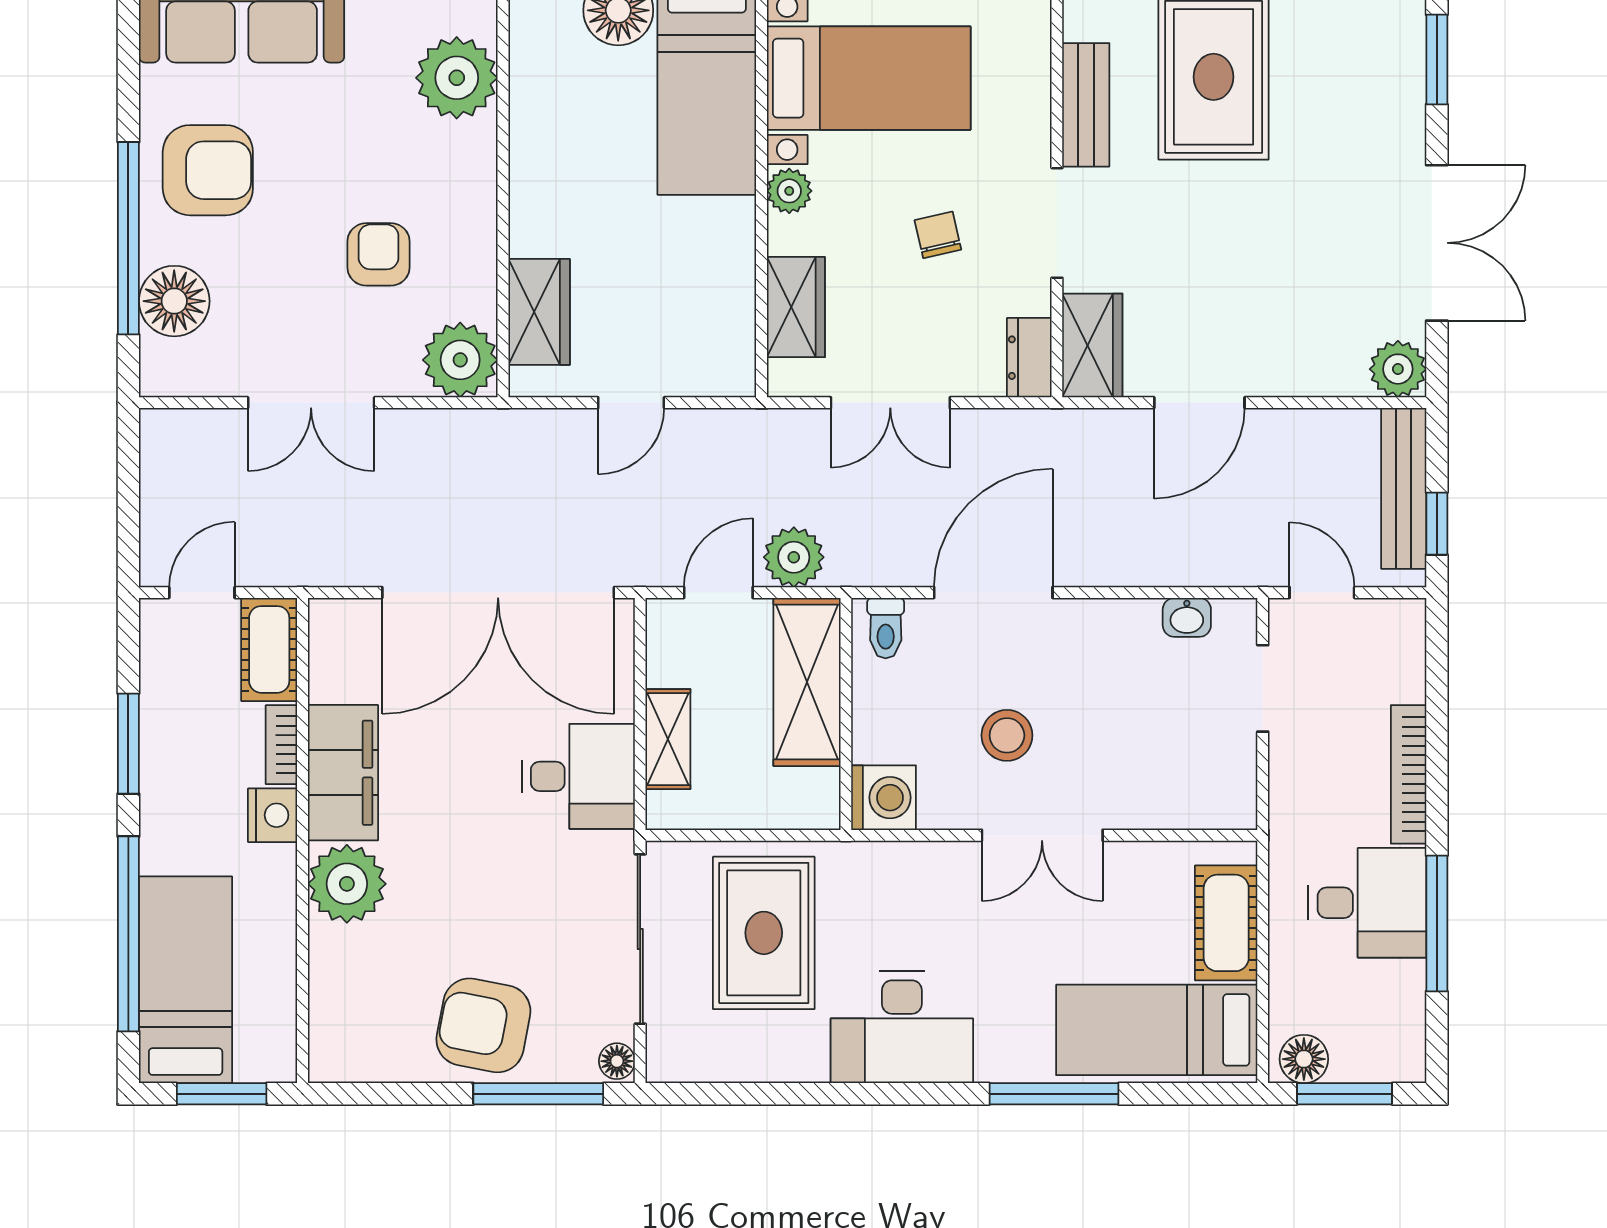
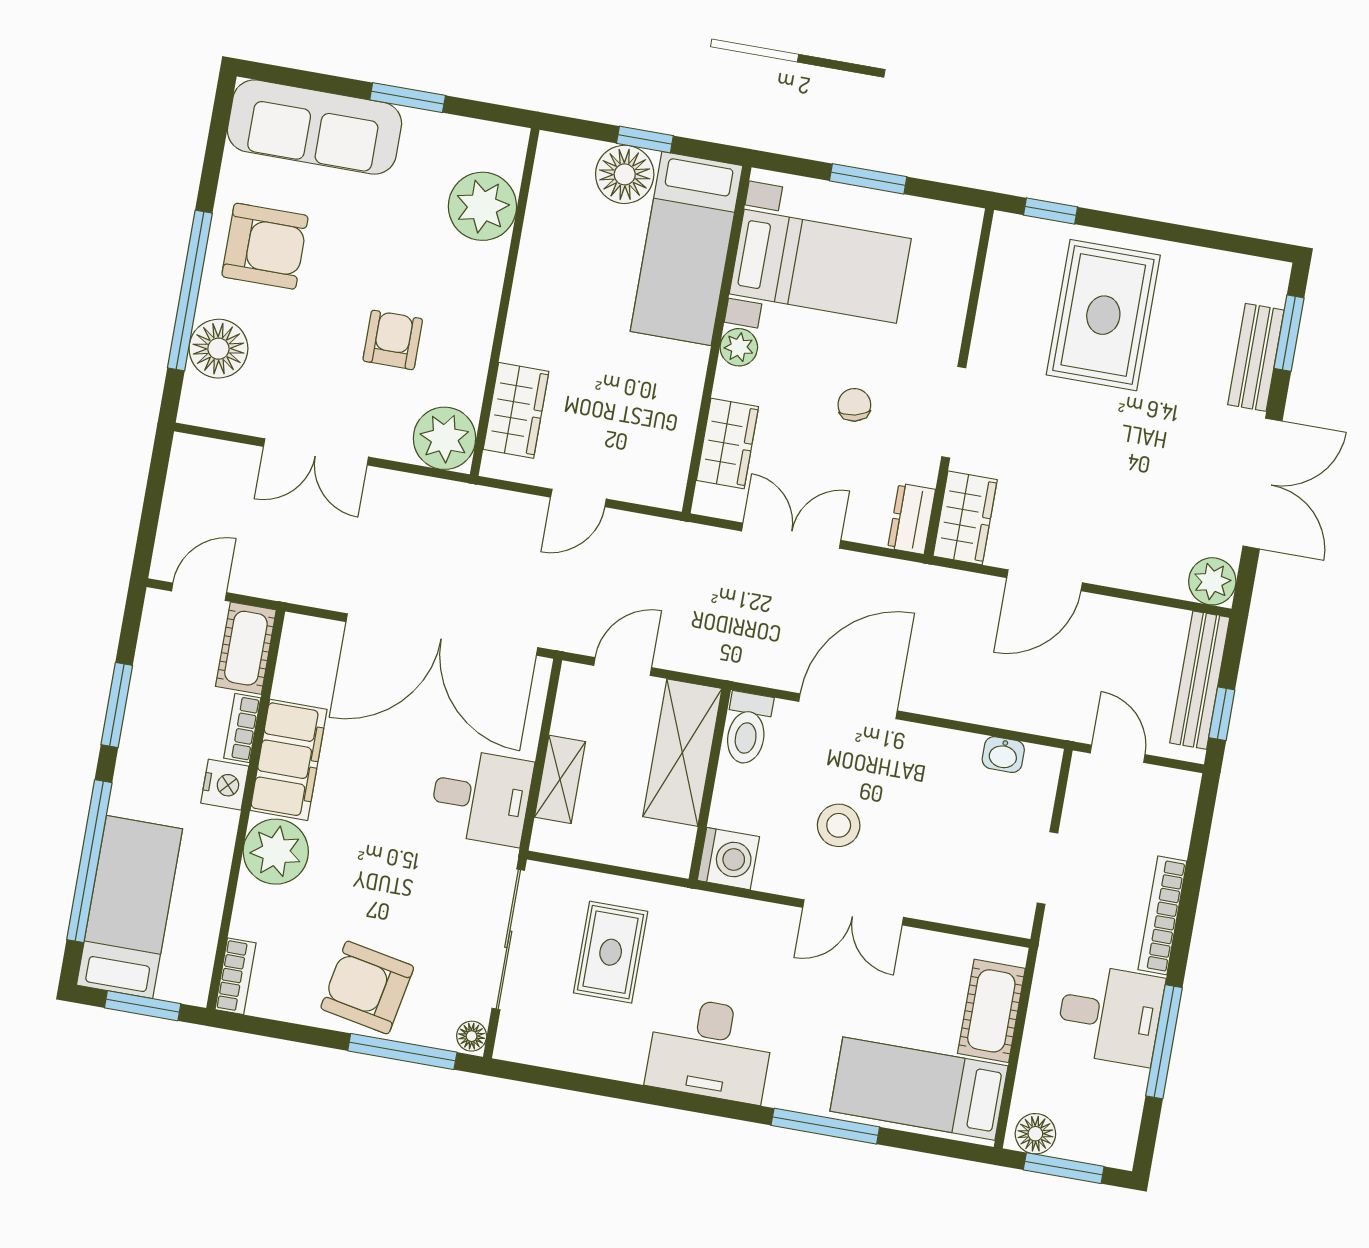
bench: (1086, 105) -> (1256, 357), moved
double door: (890, 403) -> (791, 536), swing flipped
plant: (794, 557) -> (690, 648), removed
toilet: (886, 628) -> (747, 728), width x1.37, depth x1.39
doorway: (1263, 688) -> (1047, 868), moved
rug: (764, 933) -> (611, 952), width x0.73, depth x0.70
bookcase: (325, 1039) -> (236, 976), added

